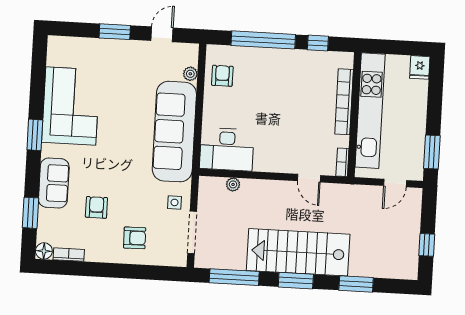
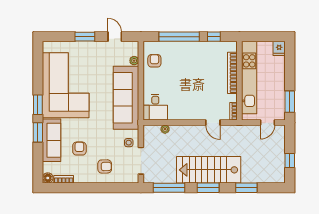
door: (162, 34) -> (115, 37), hinge flipped
corner sofa: (71, 106) -> (66, 85), width x1.36, depth x1.36
desk: (227, 149) -> (155, 107), width x0.73
sofa: (54, 183) -> (52, 140), width x1.36
window: (30, 213) -> (38, 132), moved

